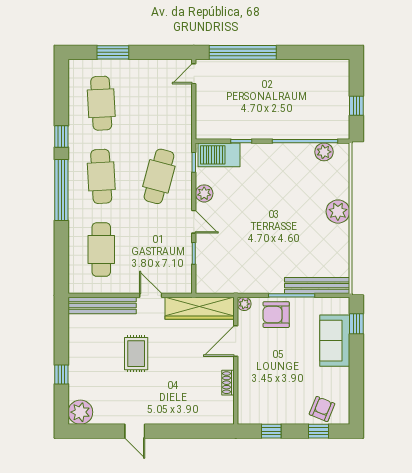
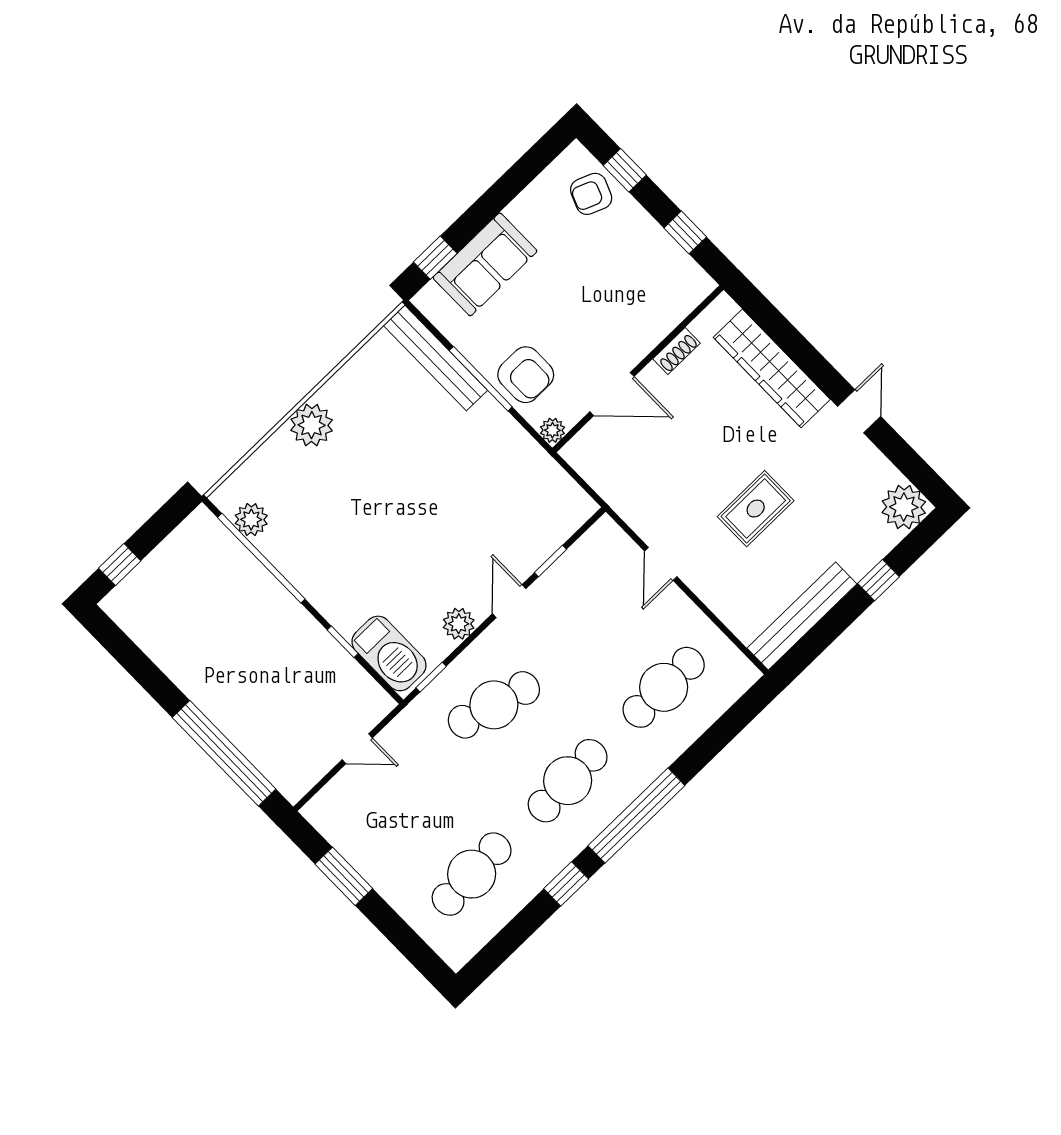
window: (113, 52) -> (344, 876), moved
door: (194, 74) -> (357, 749), moved
window: (356, 106) -> (120, 565), moved
bench: (102, 305) -> (802, 616), moved, turned 90
wardrobe: (200, 308) -> (772, 368), moved, turned 180

